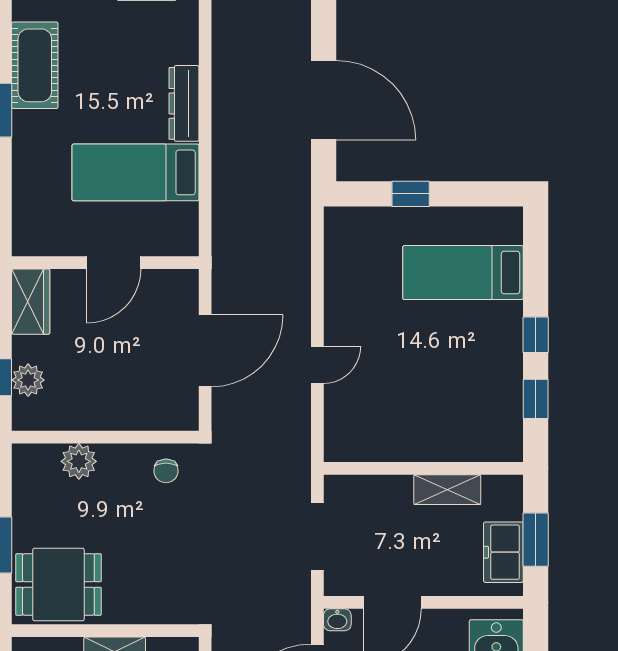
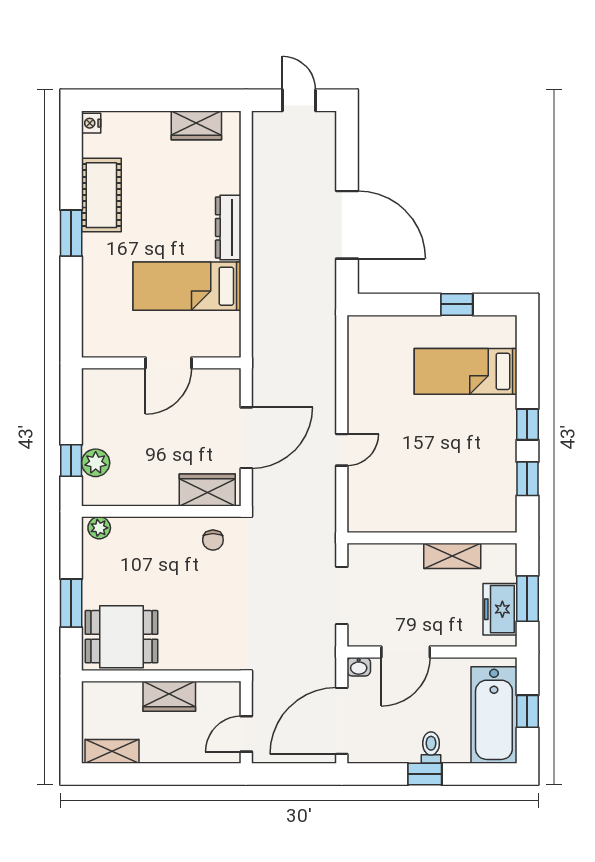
window: (411, 194) -> (457, 304), moved
wardrobe: (31, 302) -> (207, 490), moved, turned -90
plant: (79, 461) -> (99, 528), moved, width x0.73, depth x0.73

